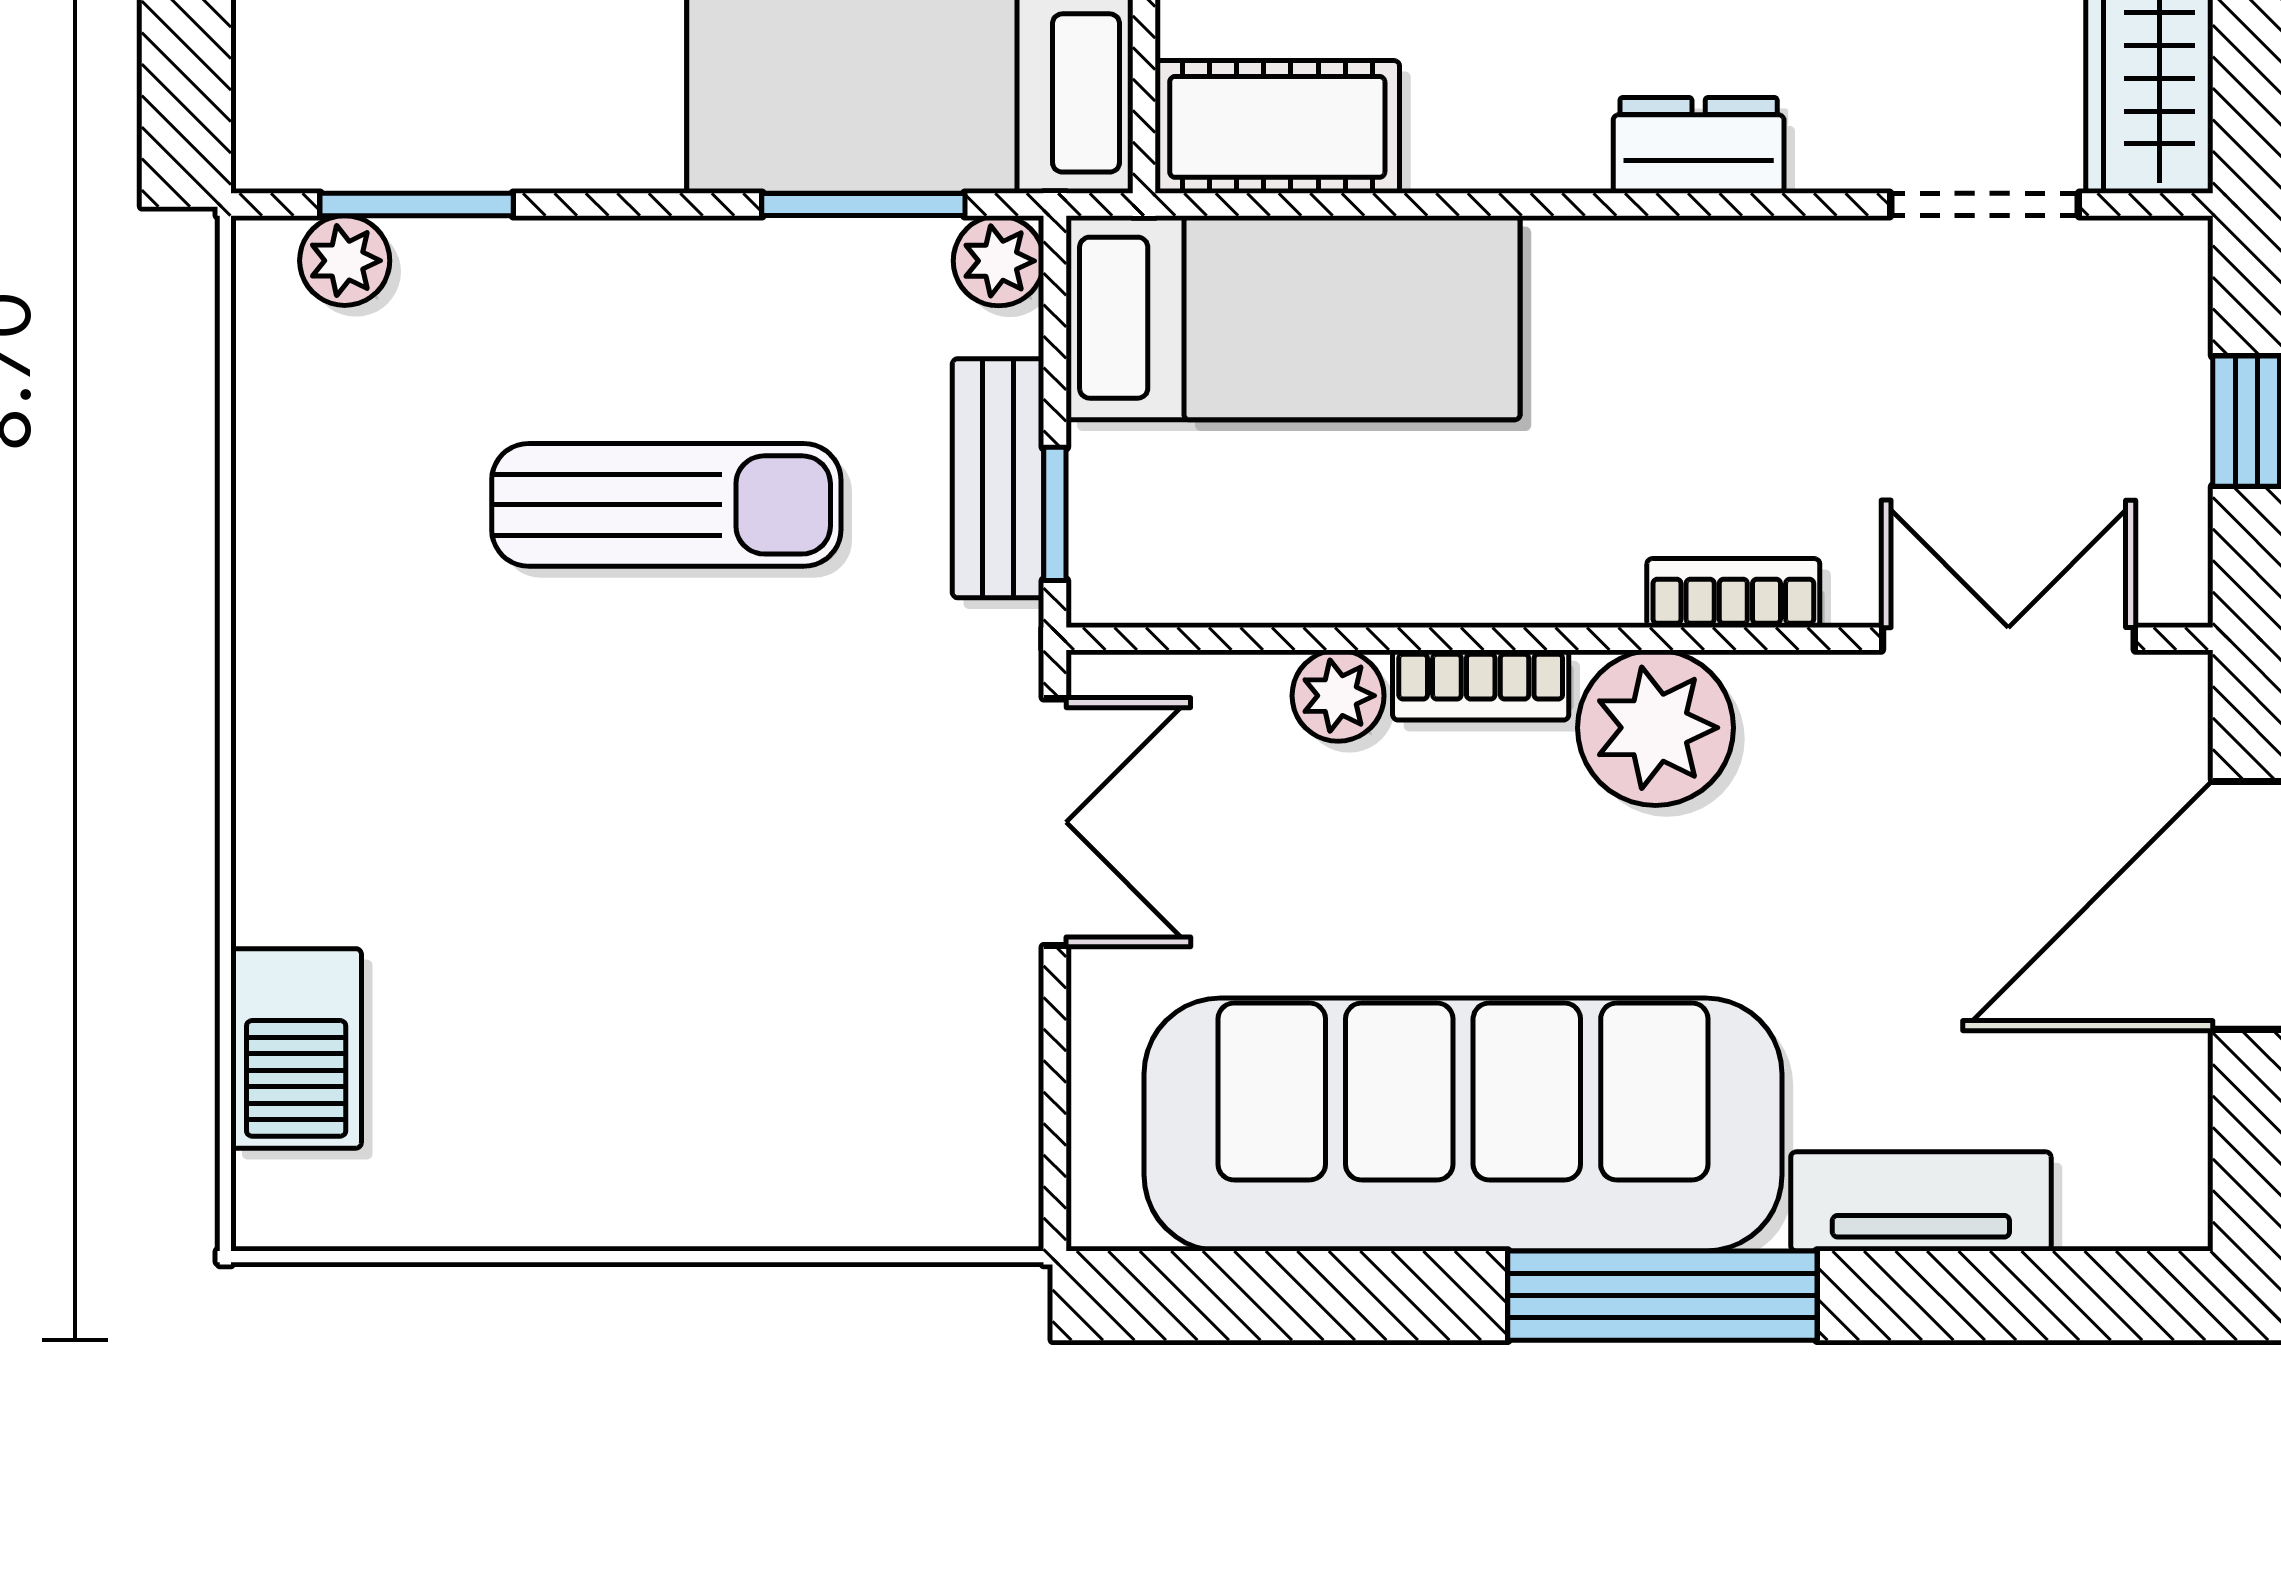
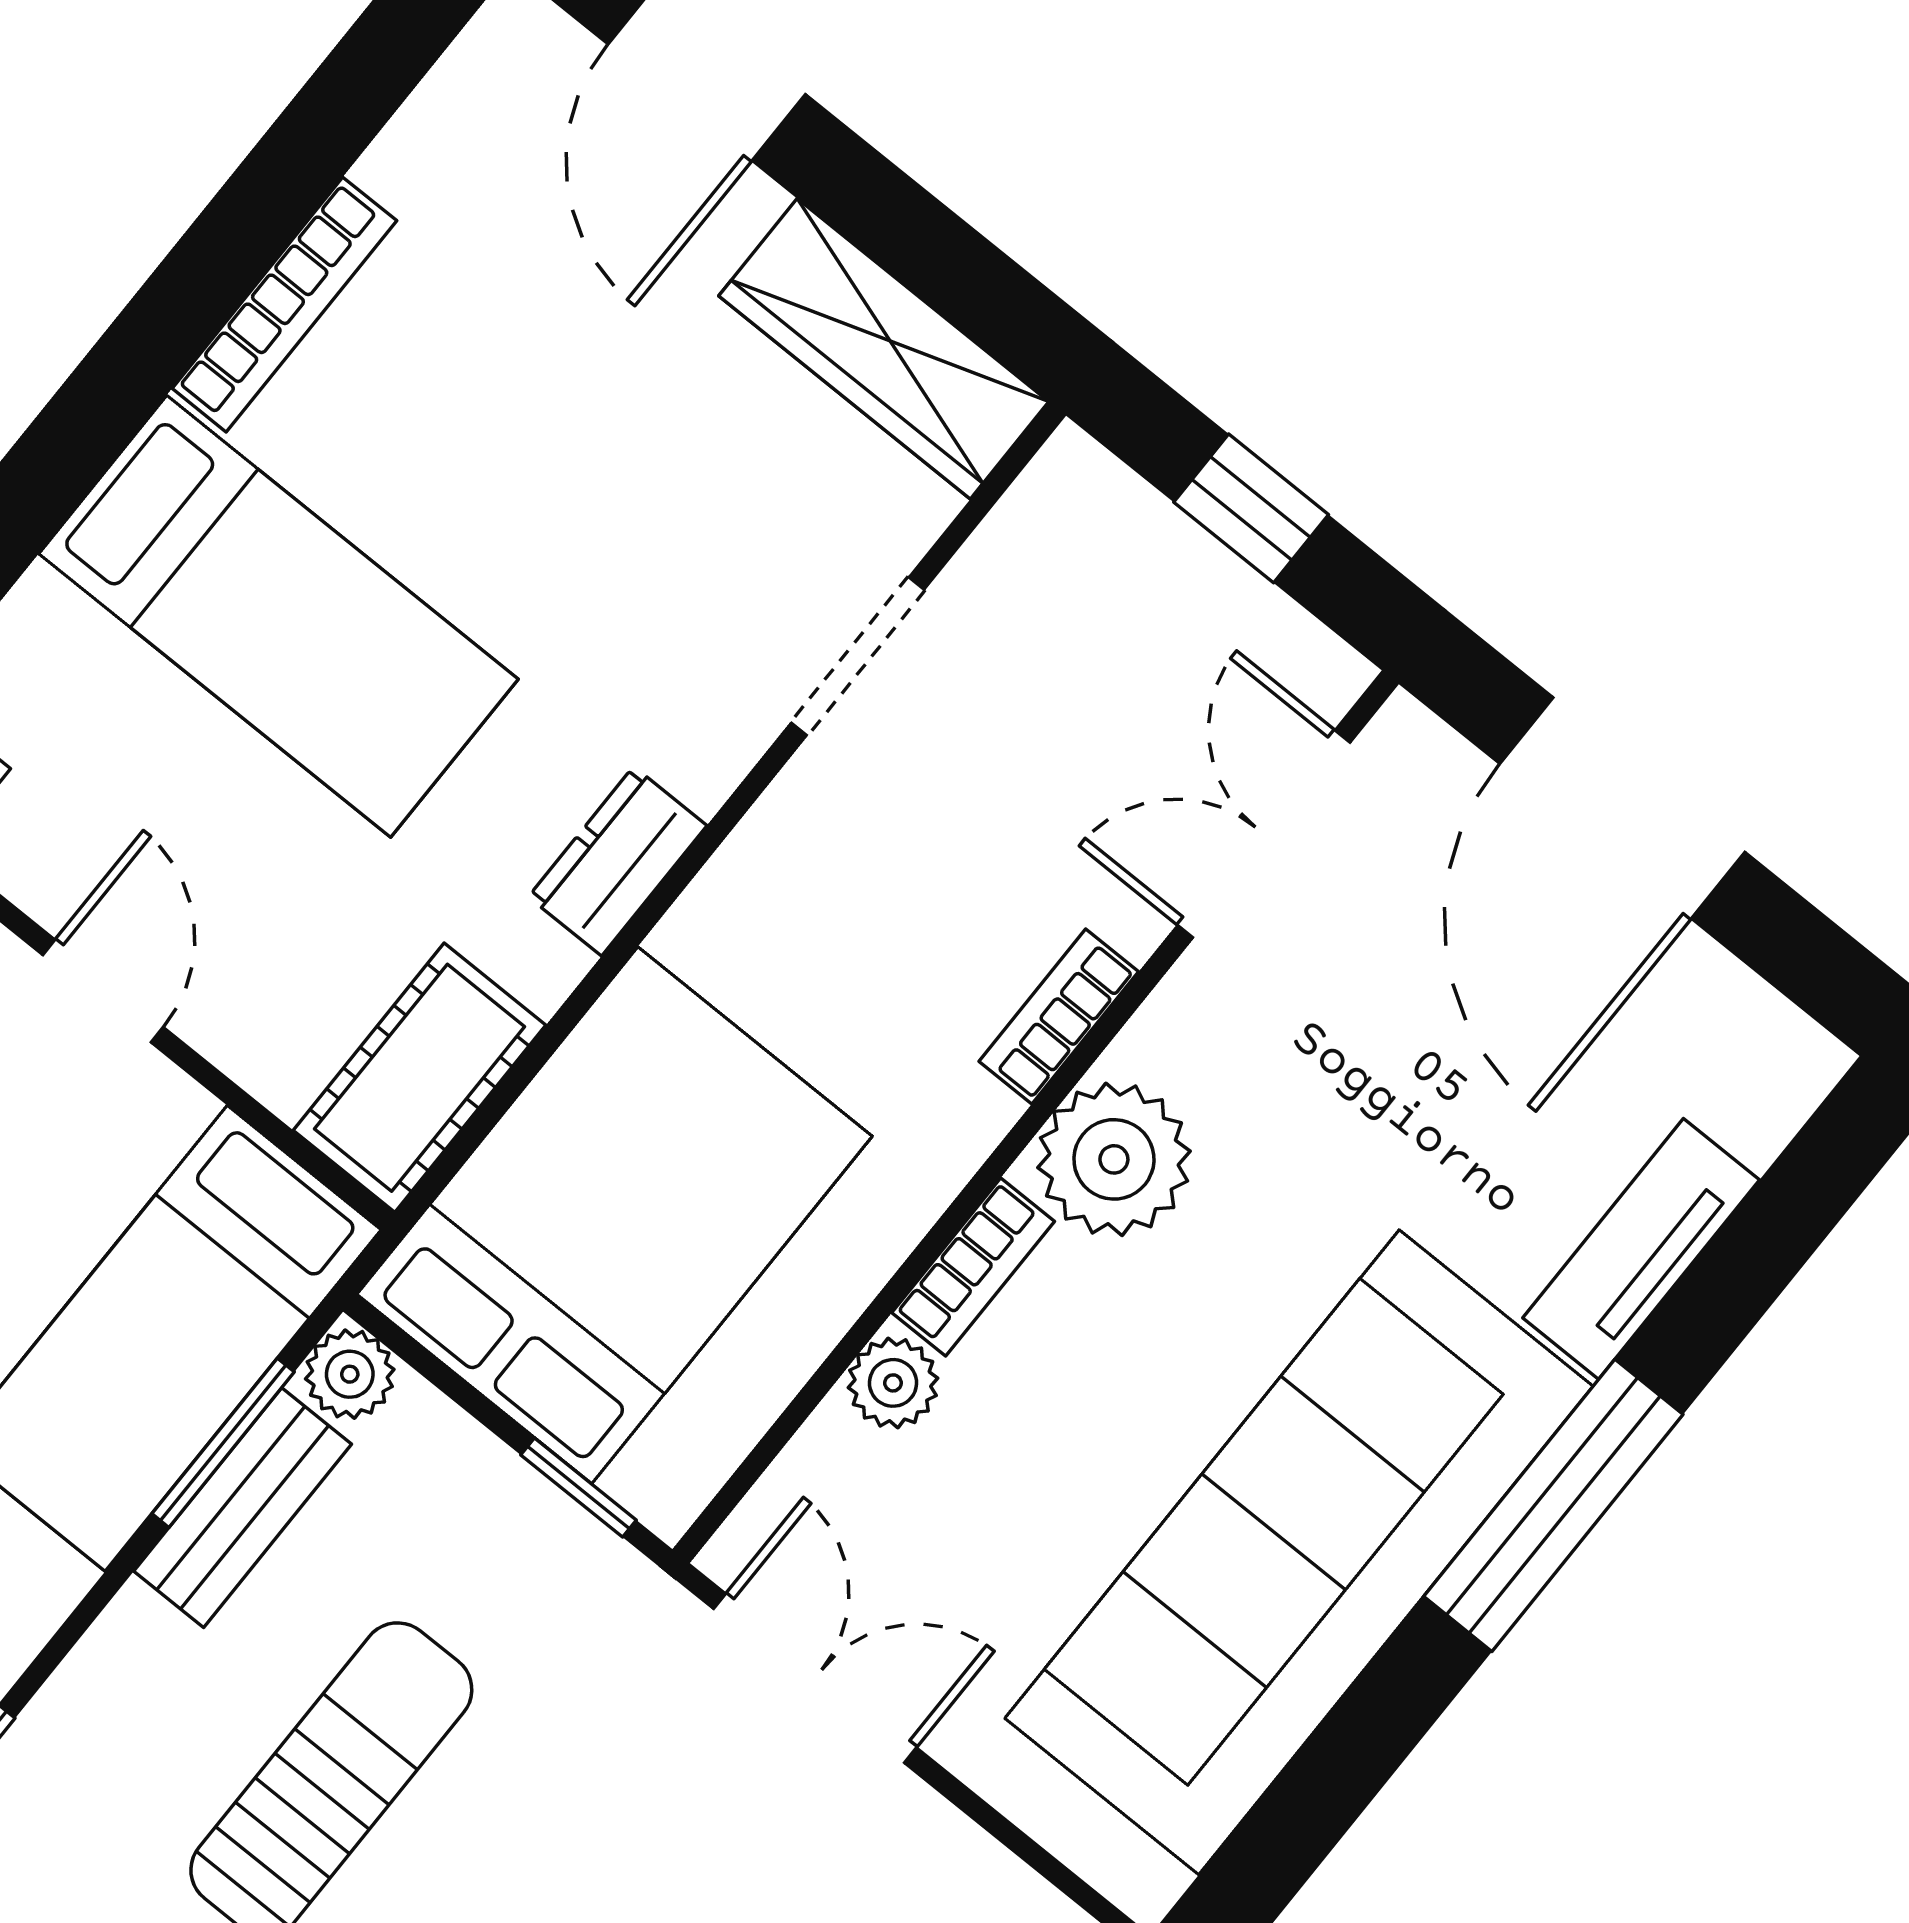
dresser: (1699, 145) -> (618, 861), moved
doorway: (1985, 204) -> (858, 656), moved
bed: (1293, 318) -> (615, 1215), width x1.50
bench: (998, 478) -> (243, 1508), moved, turned 90

